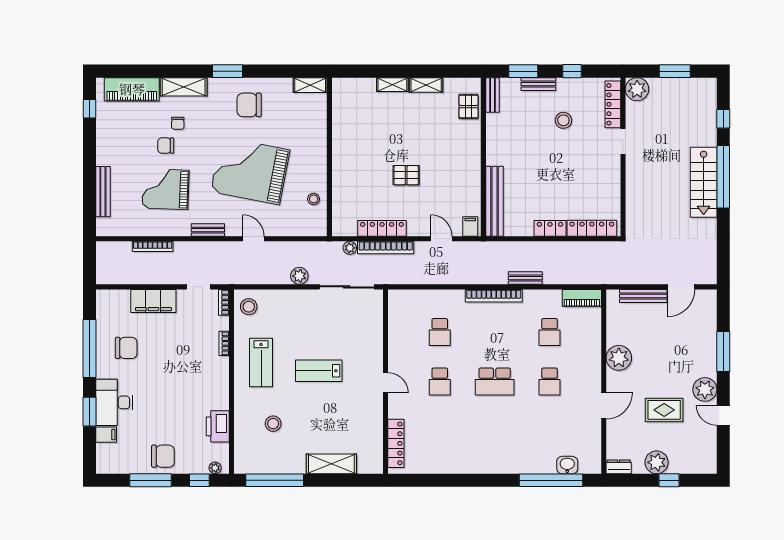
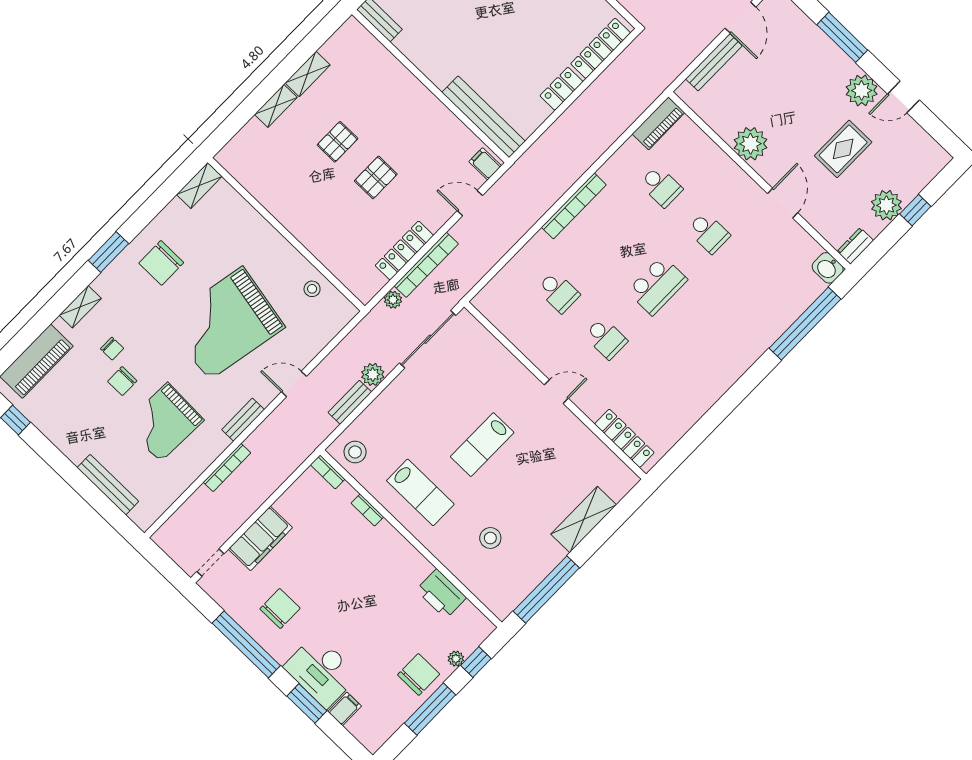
shelving: (184, 87) -> (80, 307), width x0.67, depth x0.75
pallet: (469, 107) -> (337, 142), moved, turned 90
bookcase: (153, 246) -> (227, 468), moved
bench: (525, 278) -> (350, 402), moved
doorway: (198, 287) -> (210, 563), moved
washbasin: (567, 465) -> (828, 268), moved, turned -90
plant: (215, 468) -> (456, 659), moved

